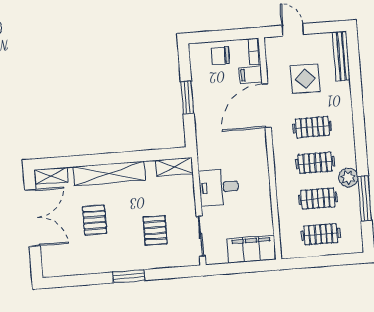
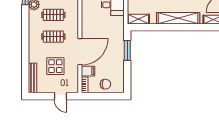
window: (187, 97) -> (127, 50), moved

